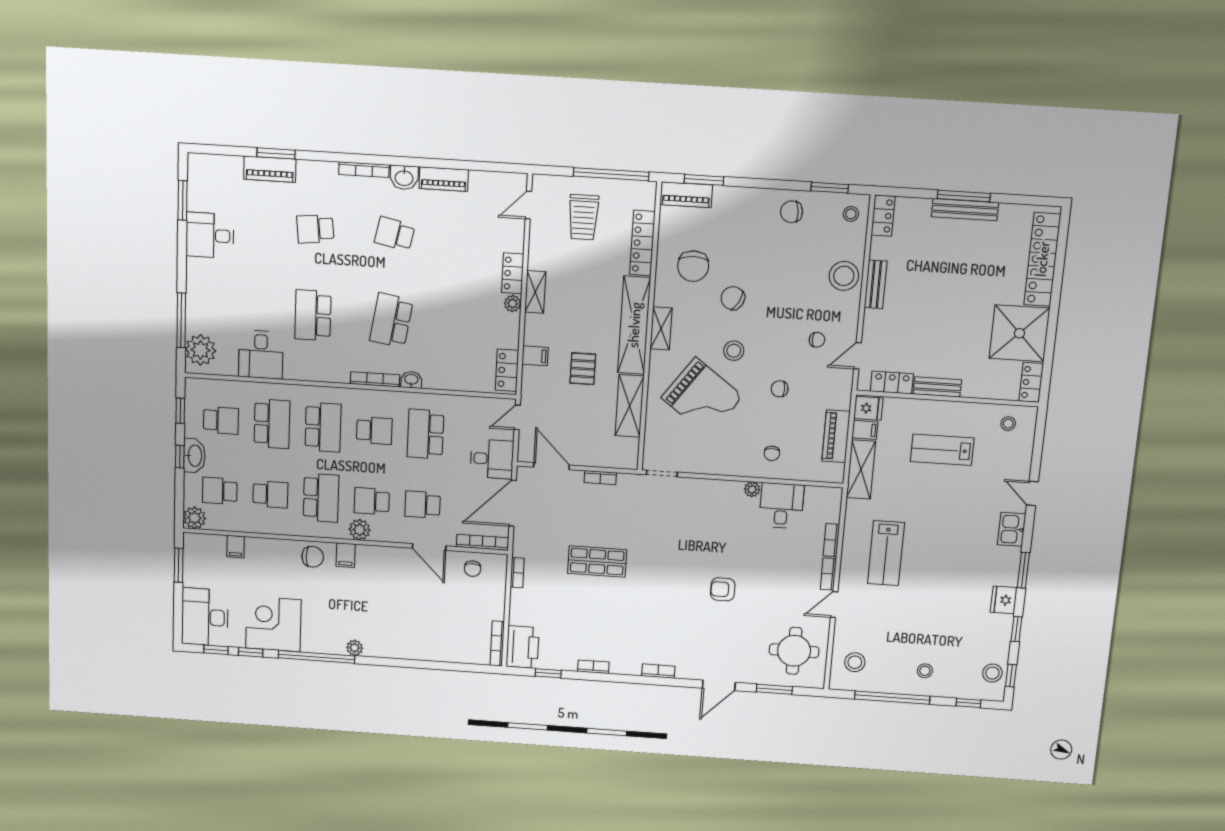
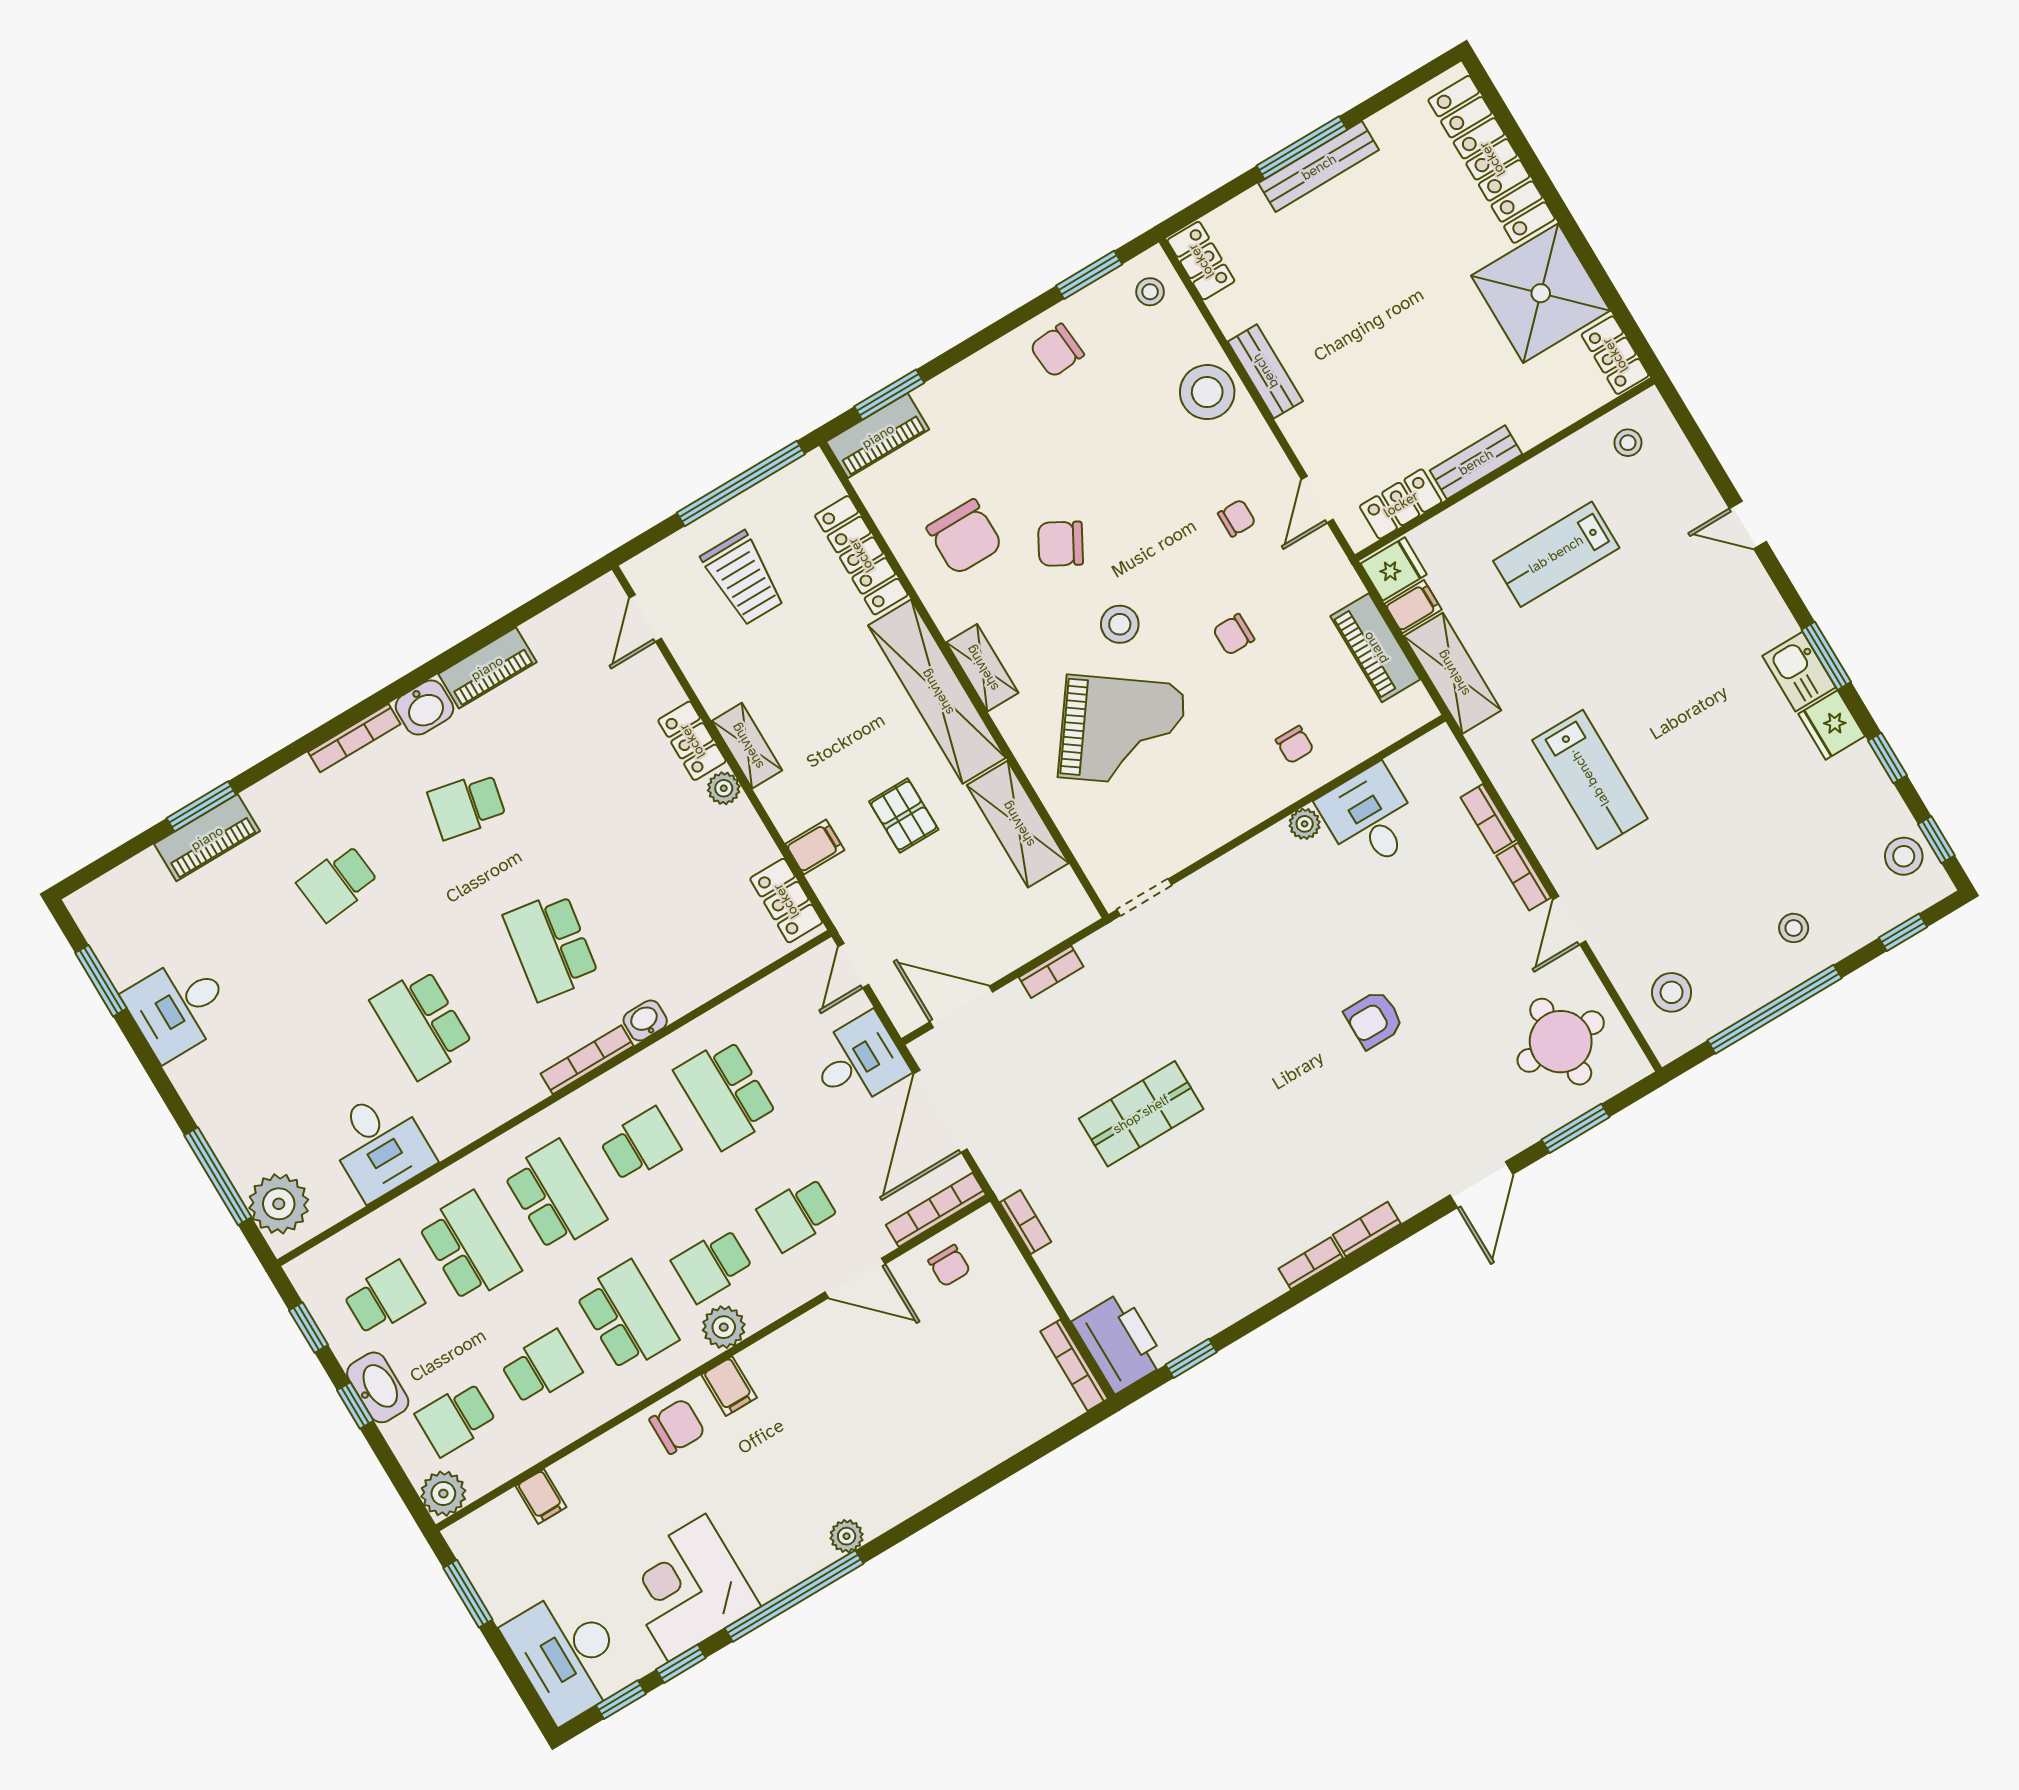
kitchen sink: (1012, 529) -> (1799, 672), moved
bookcase: (593, 667) -> (1311, 1263), moved

